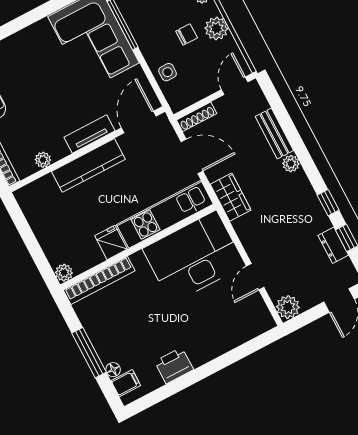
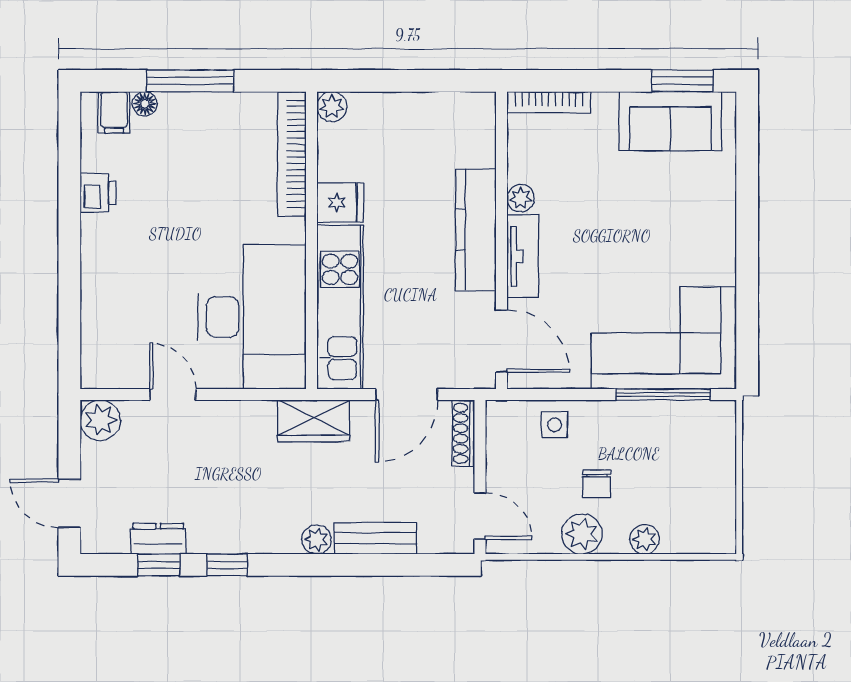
plant: (43, 160) -> (521, 198), moved
printer: (174, 366) -> (98, 193), width x0.73, depth x0.81

